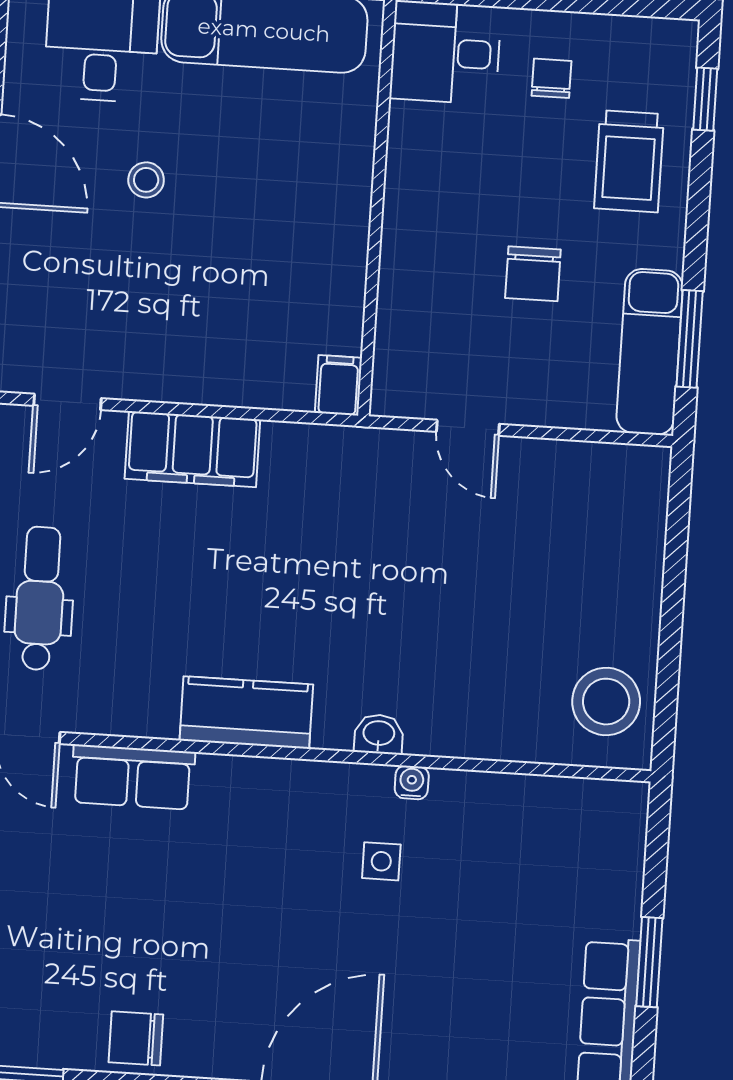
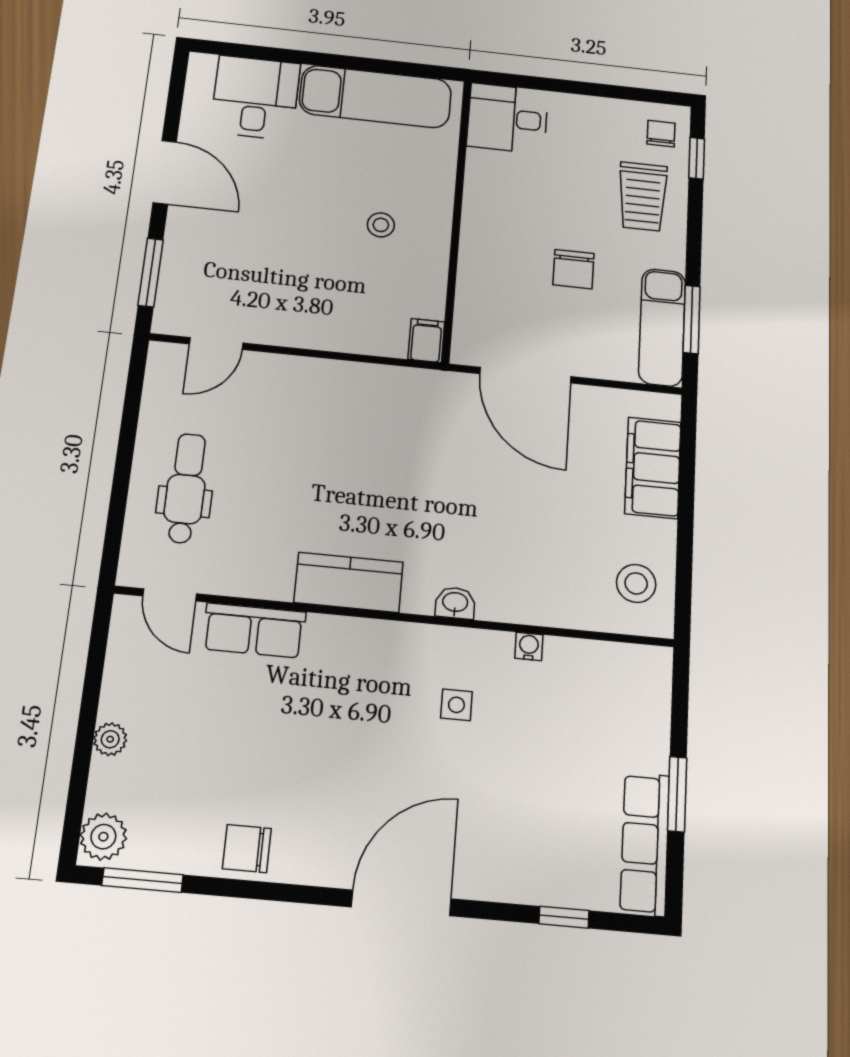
chair: (551, 78) -> (661, 134), moved
stool: (146, 180) -> (381, 225), moved
door: (468, 428) -> (525, 375), width x1.88
filing cabinet: (192, 449) -> (653, 468), moved, turned 90
stool: (606, 702) -> (636, 583), width x0.73, depth x0.73
water cooler: (412, 782) -> (529, 646), moved

